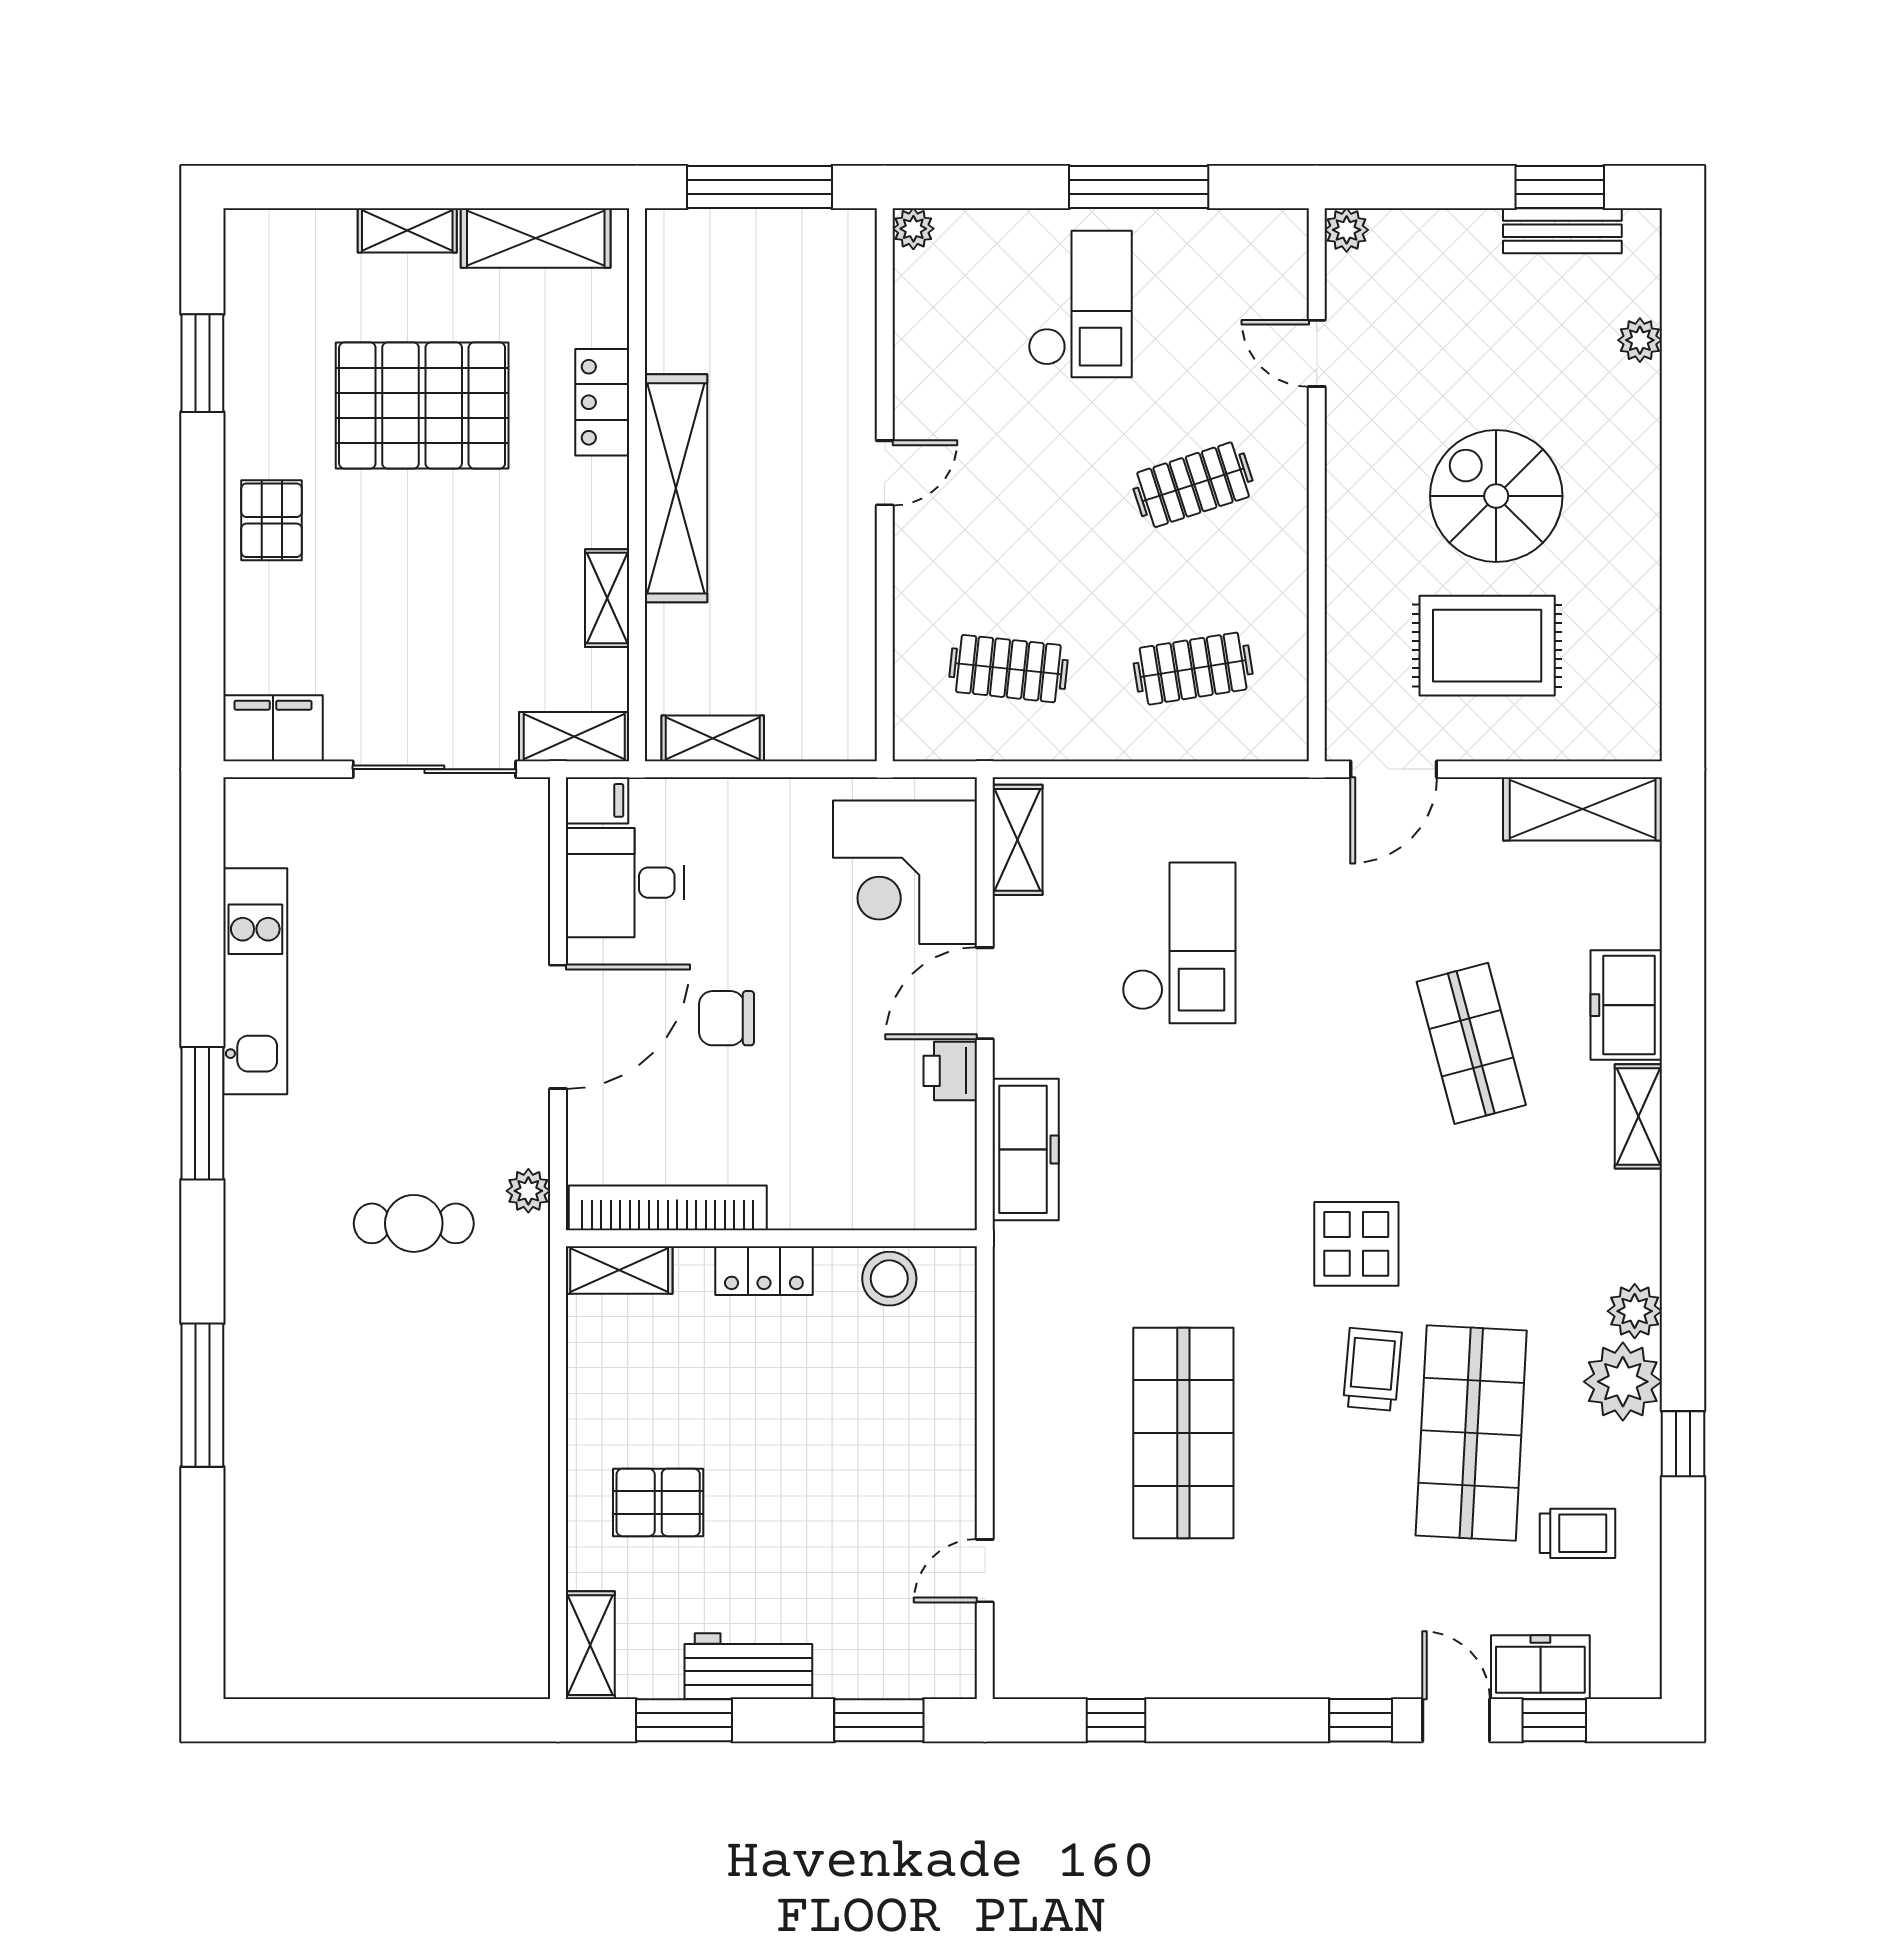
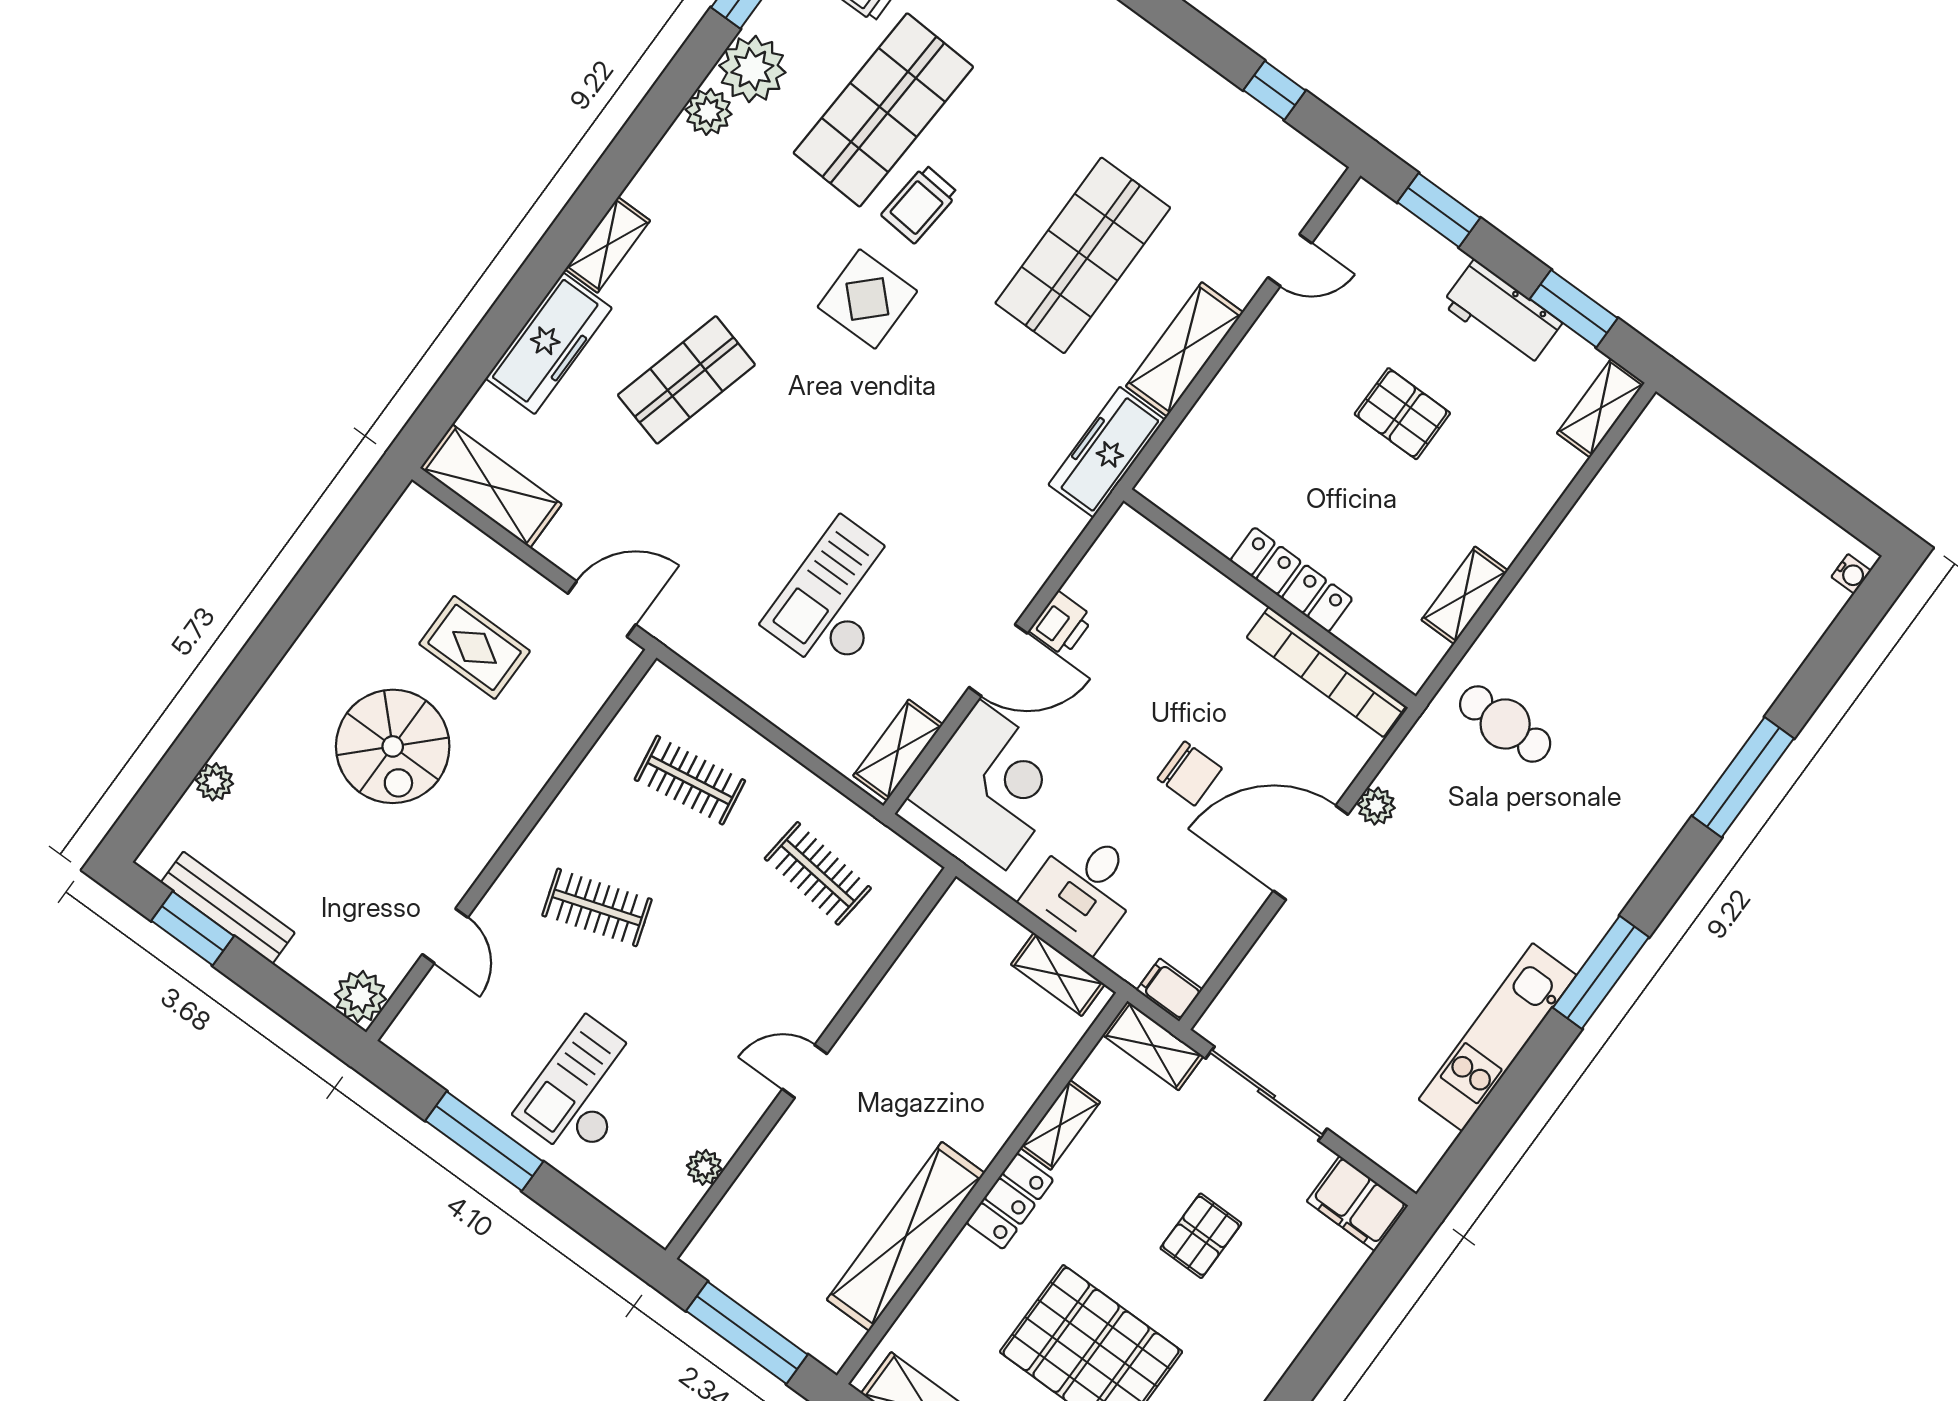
plant: (913, 229) -> (704, 1167), moved
plant: (1347, 230) -> (360, 997), width x1.38, depth x1.38
bench: (1562, 231) -> (228, 908), width x1.36
locker: (602, 402) -> (1010, 1201), moved
shelving: (676, 488) -> (906, 1236), moved
pallet: (272, 520) -> (1201, 1236), moved
rug: (1487, 646) -> (475, 647), width x0.73, depth x0.70
desk: (625, 883) -> (1084, 890), moved, turned 90
freezer: (1626, 1005) -> (549, 343), width x1.40
shop shelf: (1471, 1043) -> (686, 380), turned 30
freezer: (1026, 1149) -> (1107, 452), moved
plant: (528, 1191) -> (1376, 806), moved
cafe table: (414, 1223) -> (1505, 724), moved
shelving: (619, 1270) -> (1465, 595), moved, turned 90
locker: (764, 1271) -> (1291, 580), width x1.53
stool: (889, 1279) -> (1208, 511), removed
shelving: (1023, 1414) -> (1185, 349), added
pallet: (658, 1502) -> (1402, 414), moved
water cooler: (240, 1661) -> (1851, 574), added

